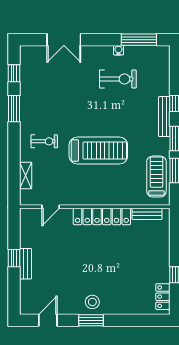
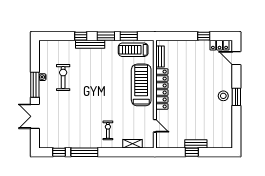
double door: (64, 40) -> (35, 116), swing flipped
window: (139, 40) -> (35, 85), moved
window: (14, 109) -> (84, 152), width x1.44
treadmill: (98, 151) -> (141, 85), moved
door: (48, 320) -> (236, 58), moved

